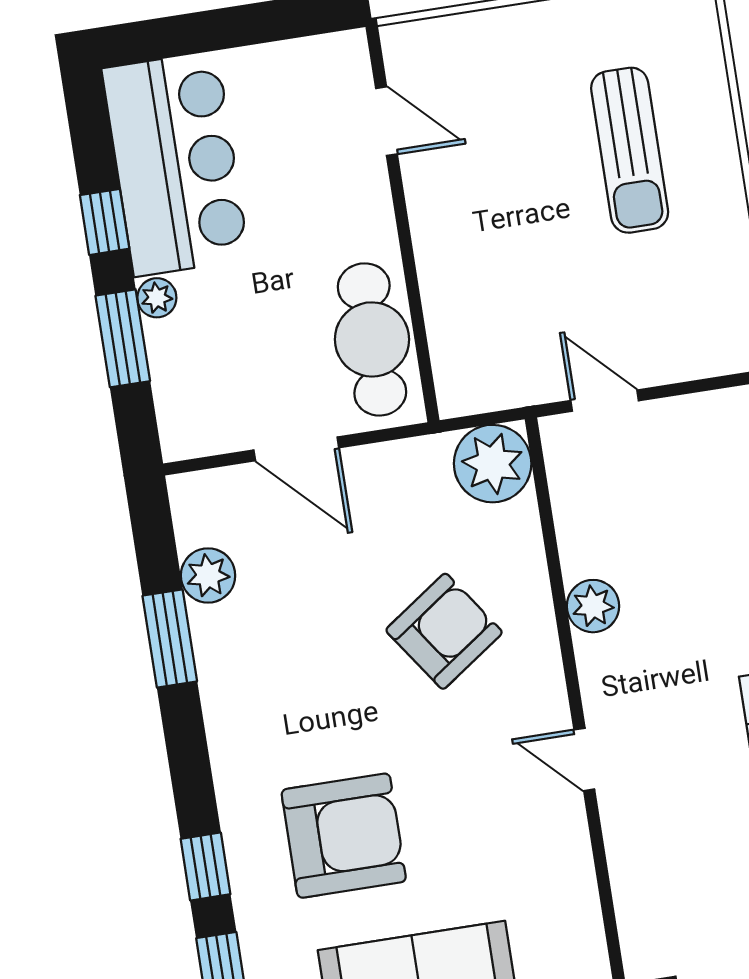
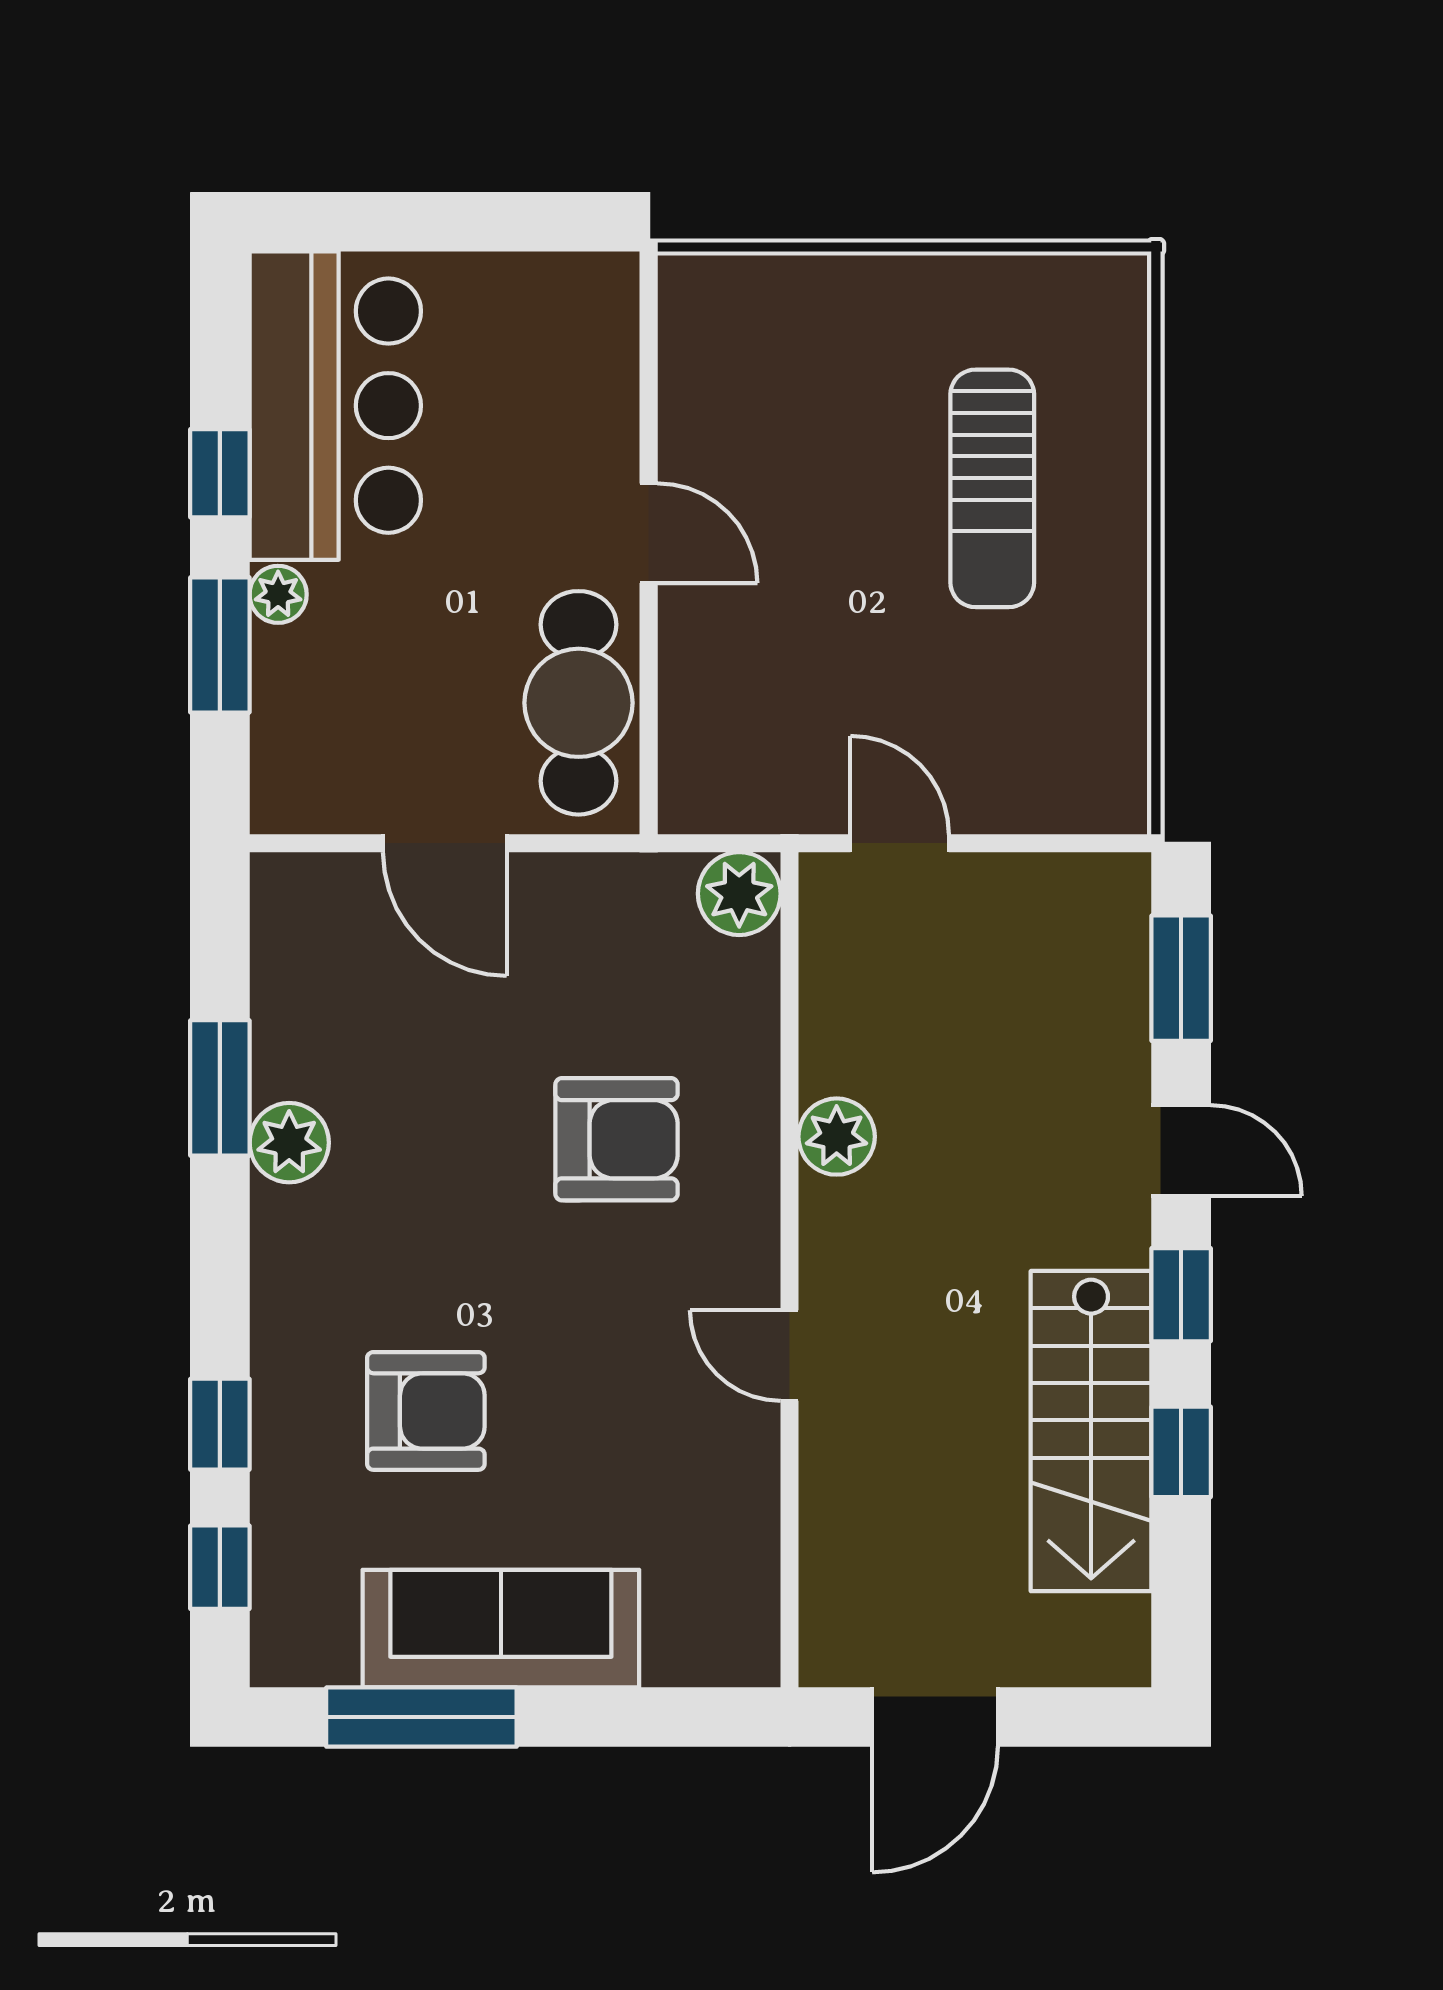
door: (387, 121) -> (649, 533), moved
plant: (493, 464) -> (739, 894), width x0.73, depth x0.73
plant: (208, 575) -> (289, 1143), moved
armchair: (444, 631) -> (616, 1139), turned 35
armchair: (344, 836) -> (426, 1411), width x0.73, depth x0.73

